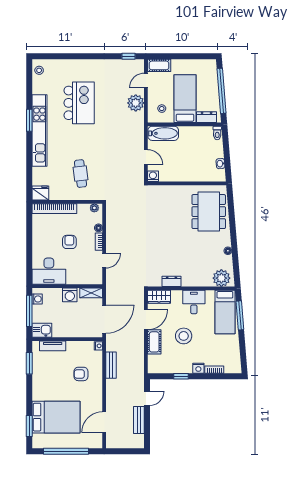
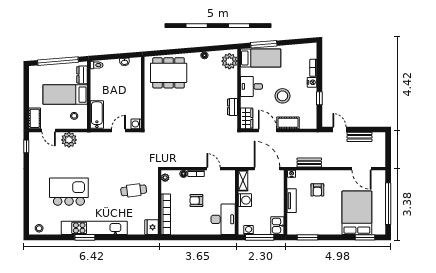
tv unit: (53, 346) -> (292, 201), moved

